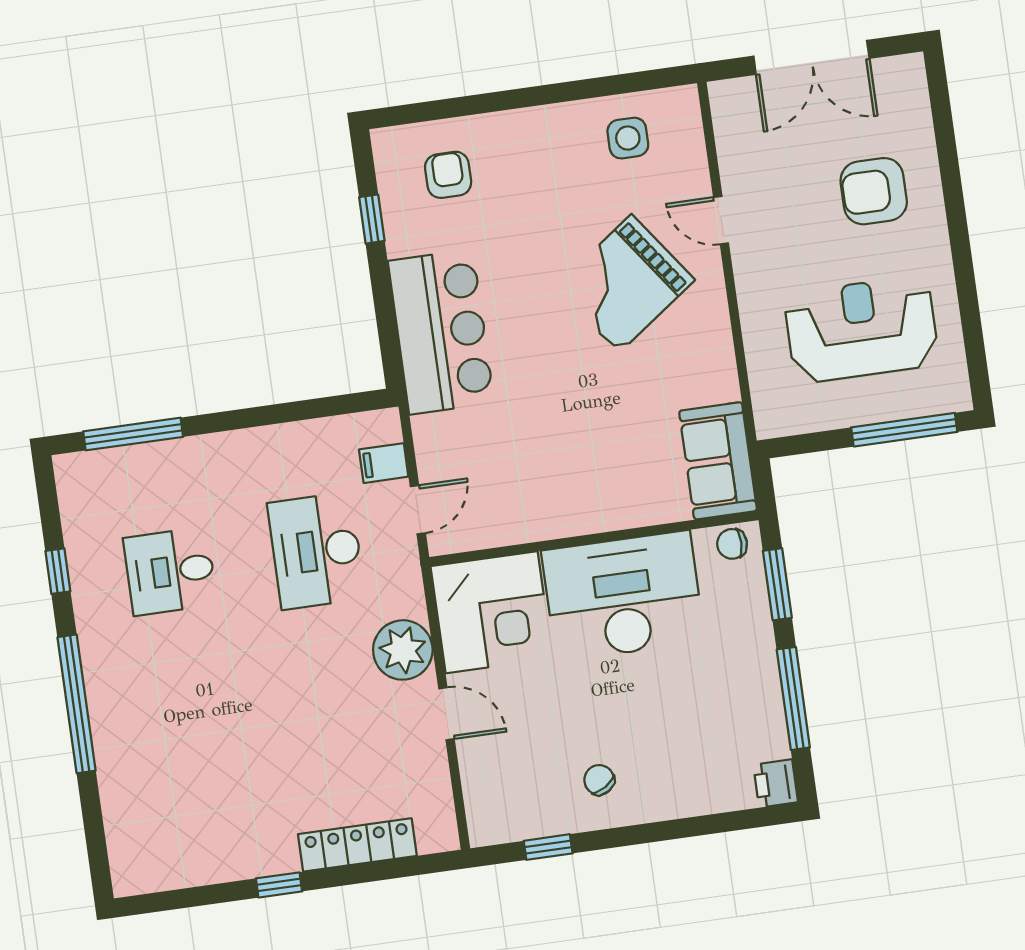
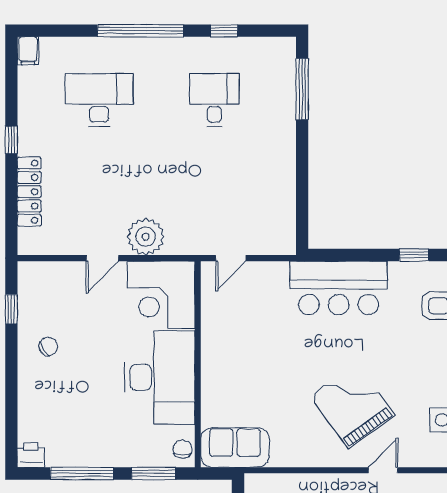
filing cabinet: (384, 463) -> (28, 51), moved, turned 180
door: (418, 510) -> (231, 258), hinge flipped
desk: (316, 551) -> (99, 100), moved

